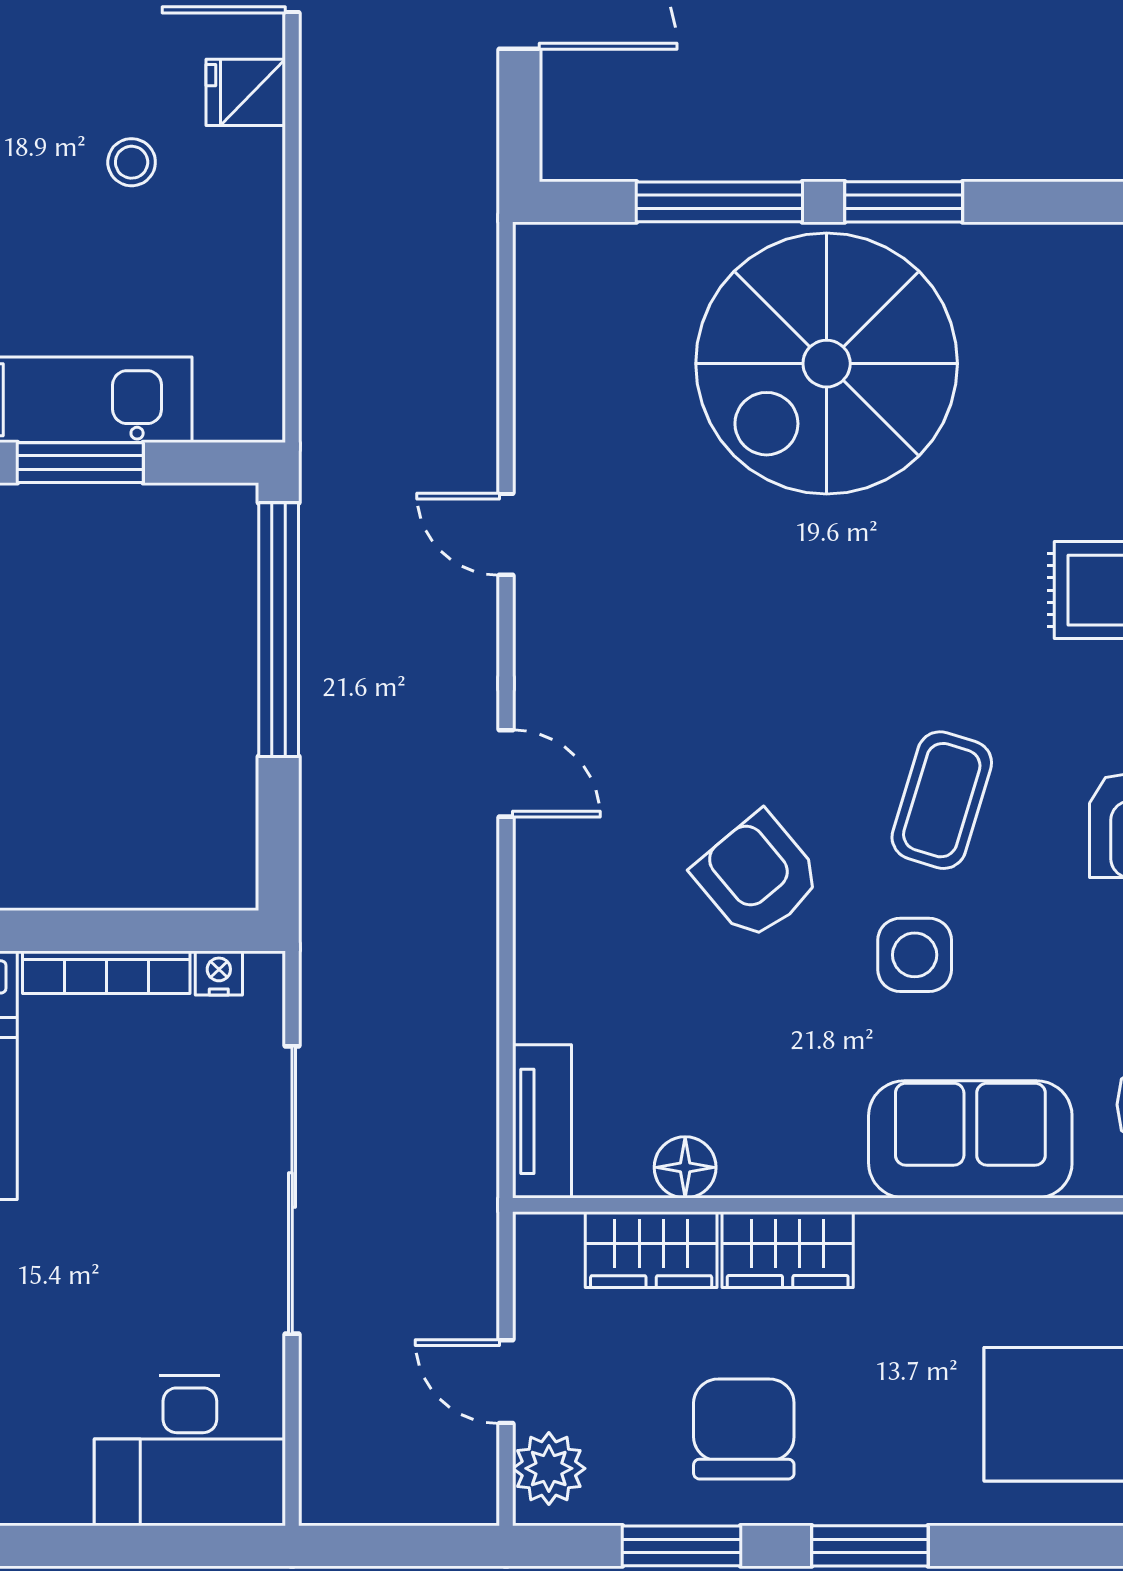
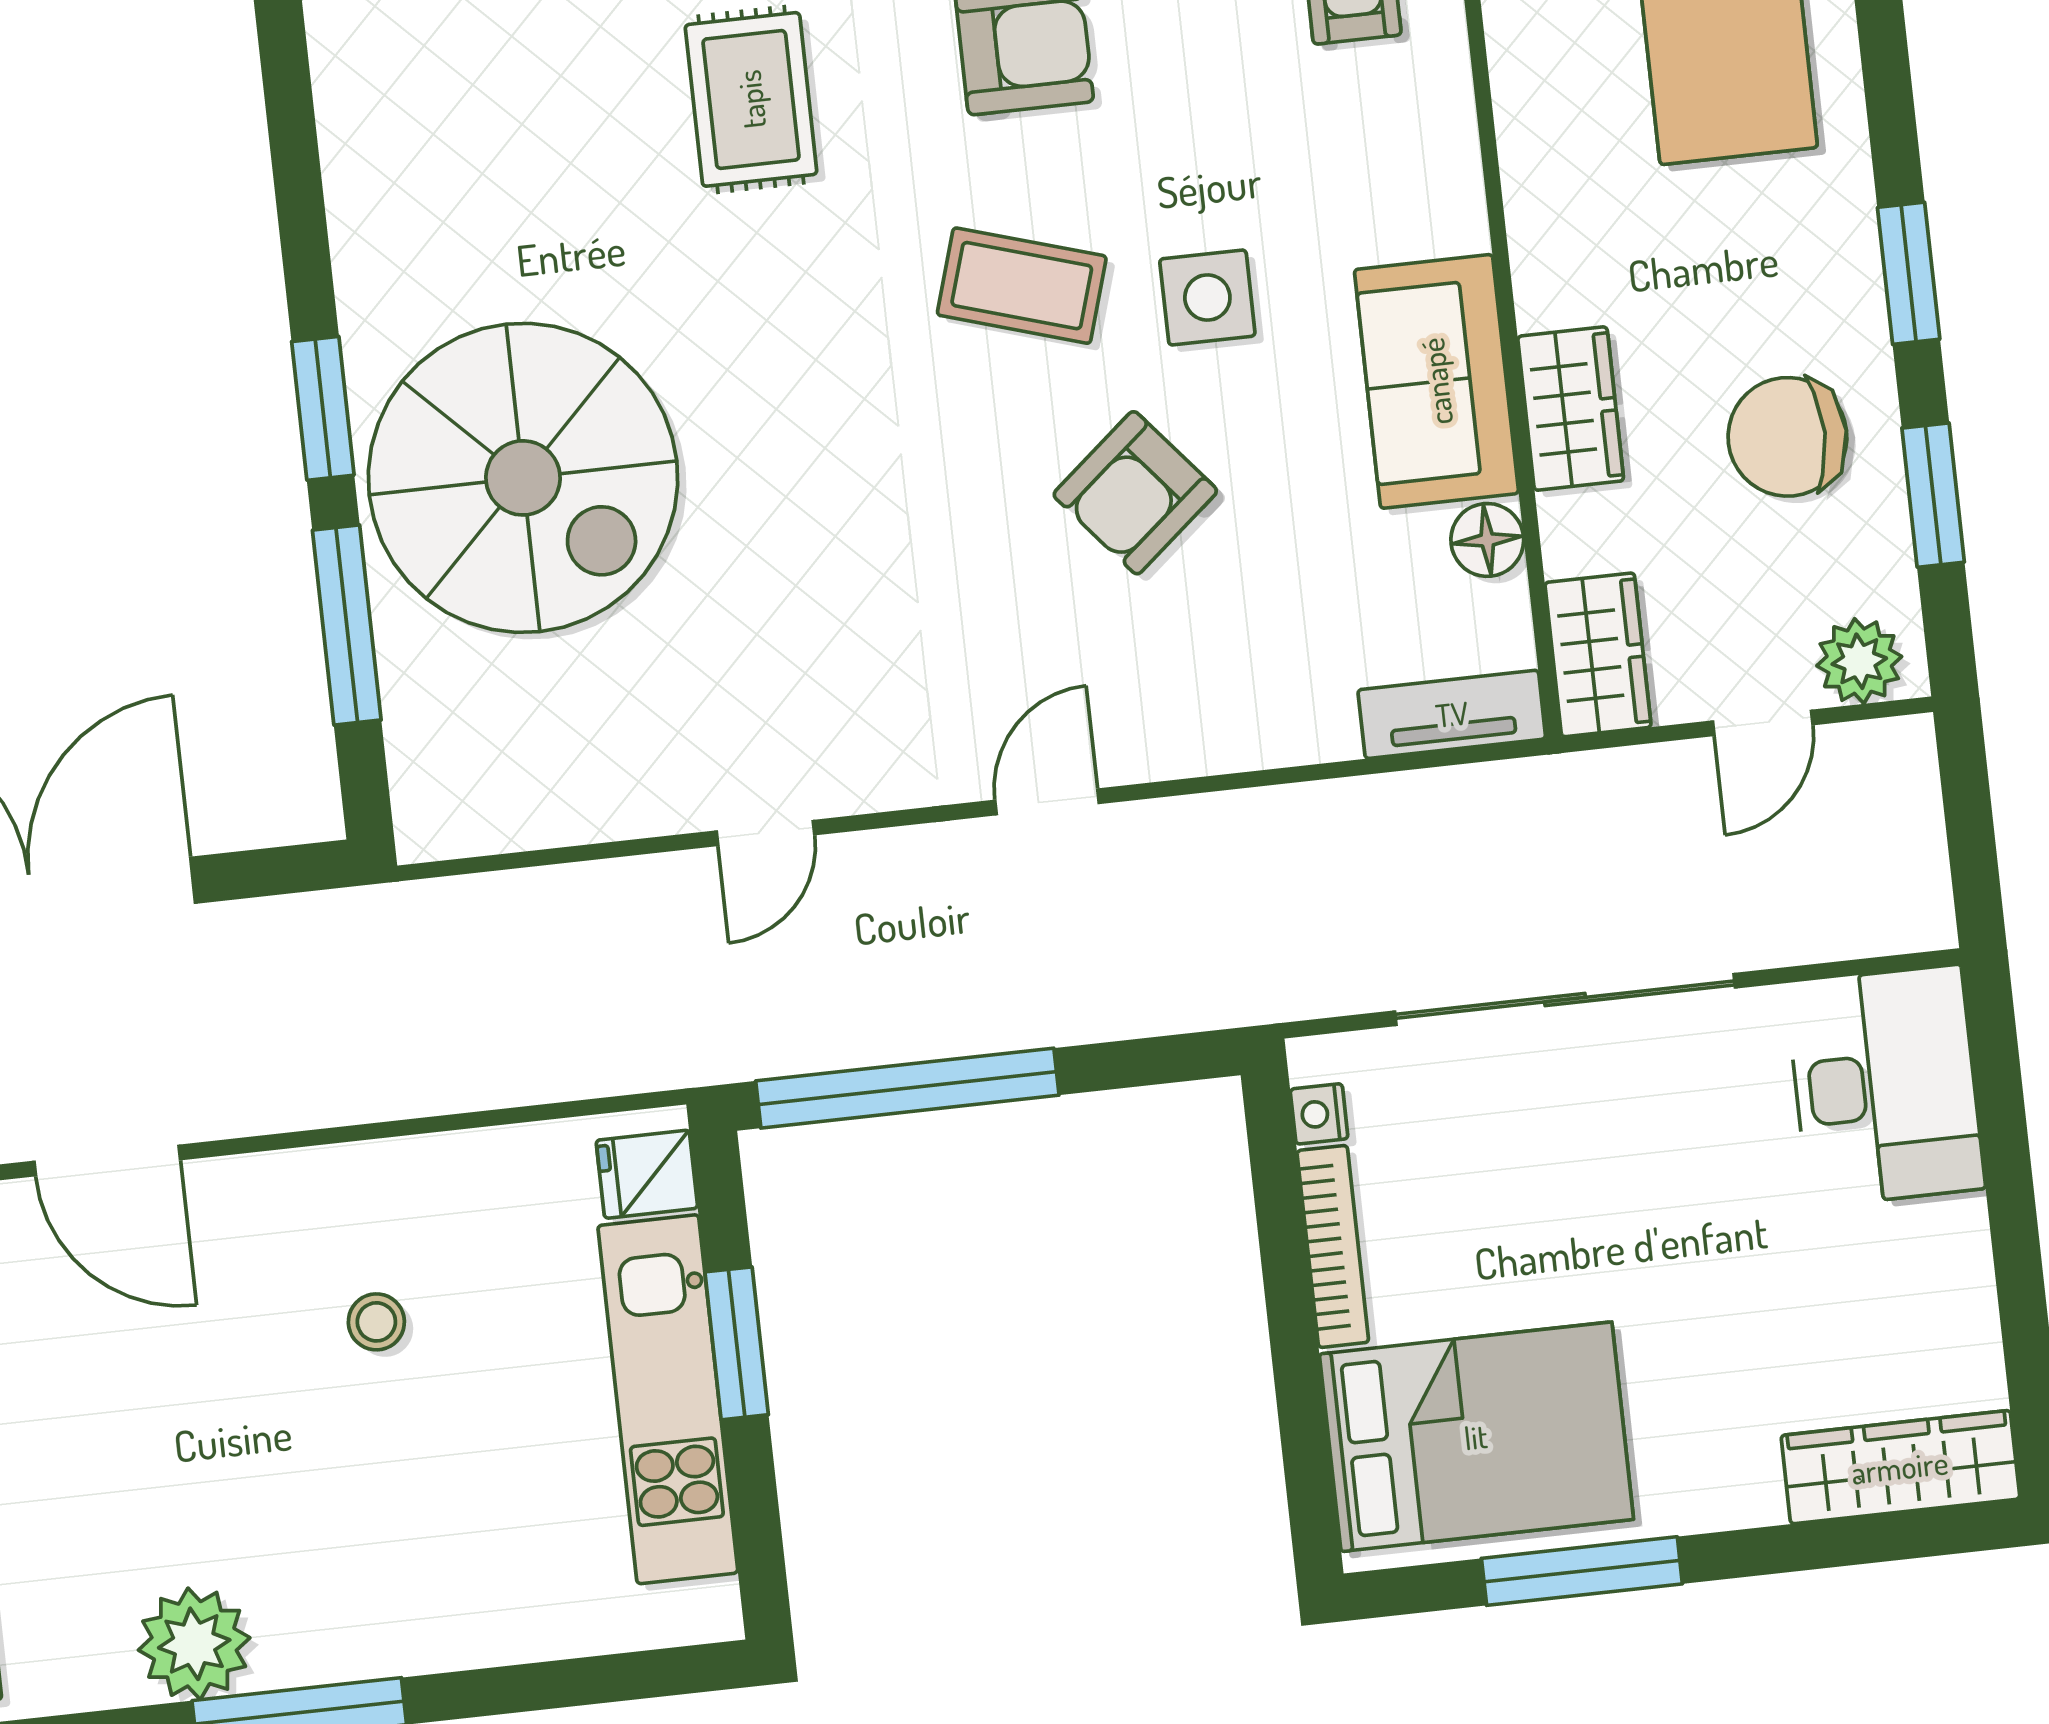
fridge: (246, 92) -> (647, 1174), moved, turned 90
sofa: (970, 1139) -> (1436, 381), moved
wardrobe: (651, 1250) -> (1598, 655), moved

